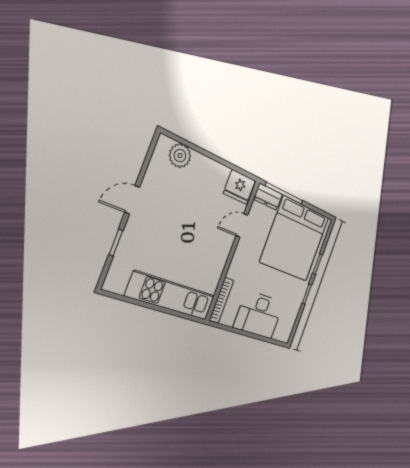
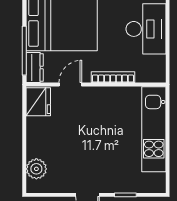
door: (242, 225) -> (70, 85), swing flipped
bookcase: (221, 300) -> (113, 77), moved

